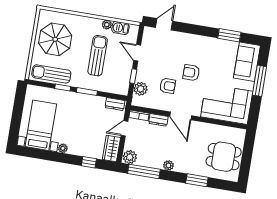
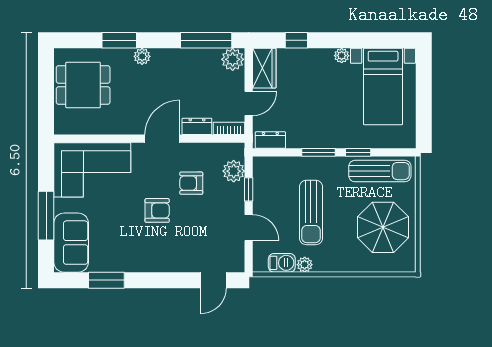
door: (181, 116) -> (162, 139), hinge flipped
plant: (168, 165) -> (142, 56), moved

